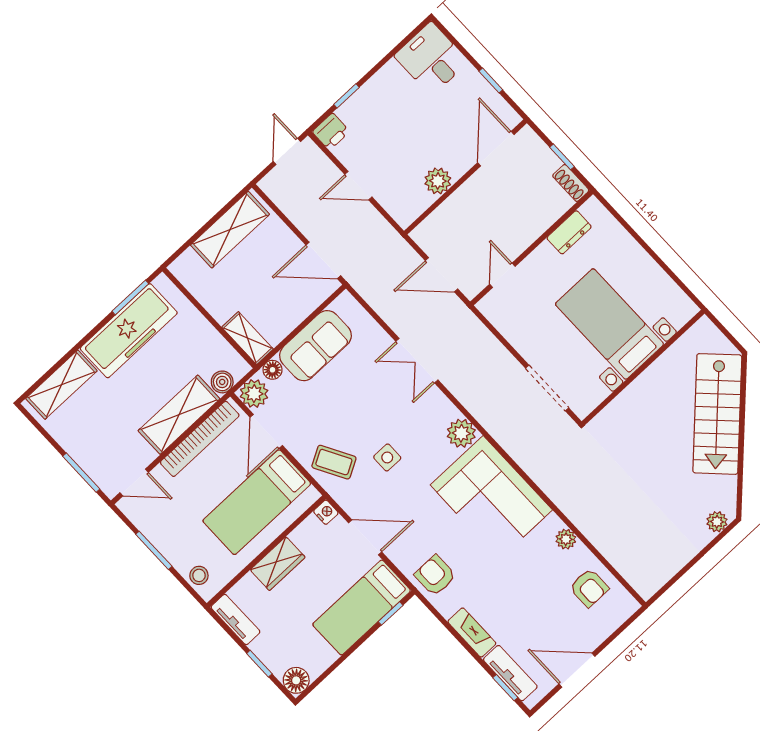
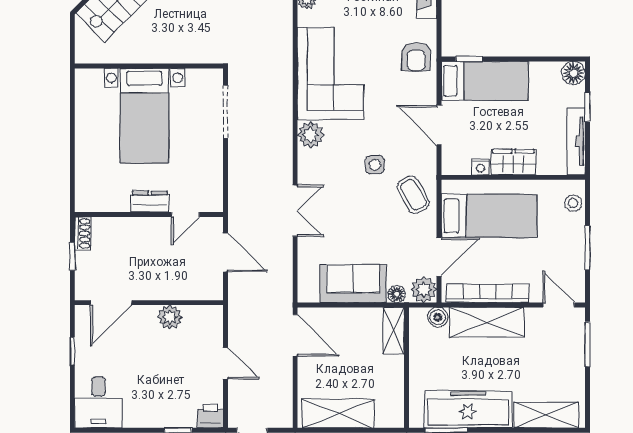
dresser: (569, 232) -> (150, 202), moved
nightstand: (326, 512) -> (481, 167), moved, turned -90
tv unit: (236, 619) -> (576, 141), width x1.41

